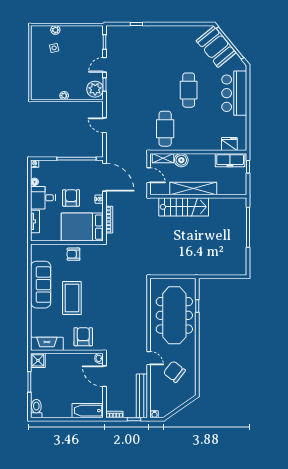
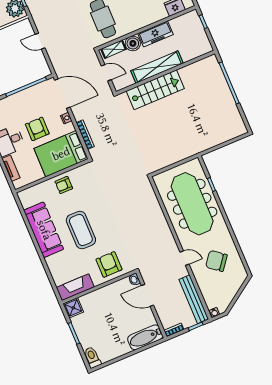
freezer: (230, 160) -> (155, 34), moved

